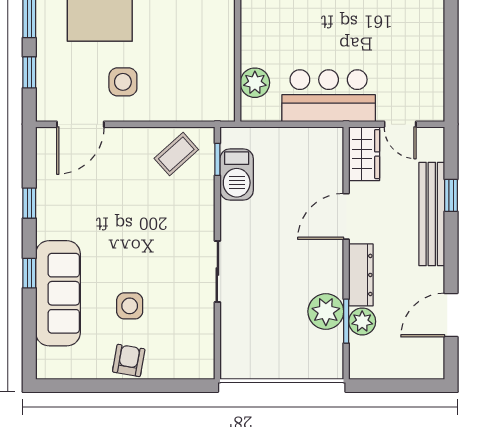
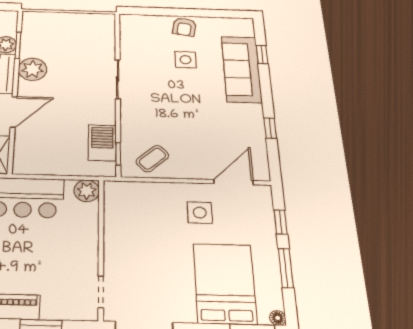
plant: (255, 83) -> (87, 191), moved
window: (29, 273) -> (262, 55), moved
plant: (326, 311) -> (33, 69), moved

